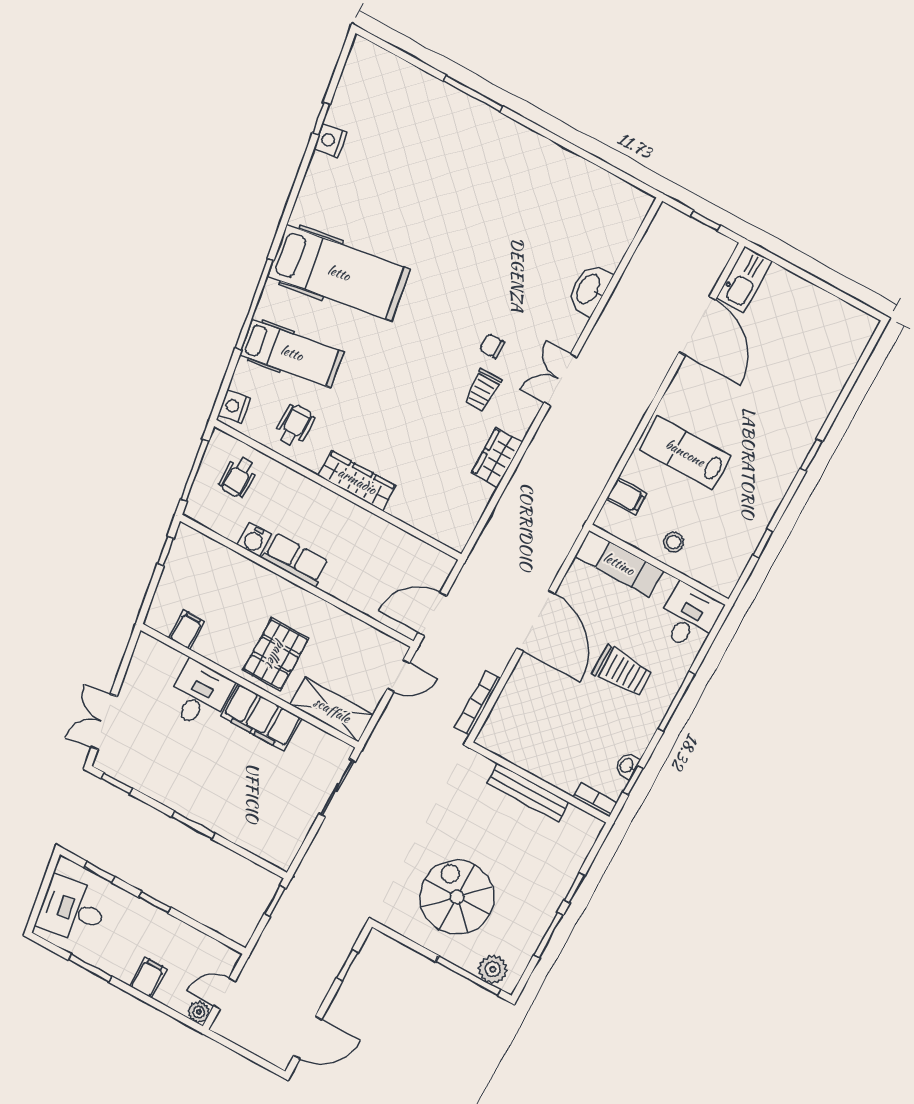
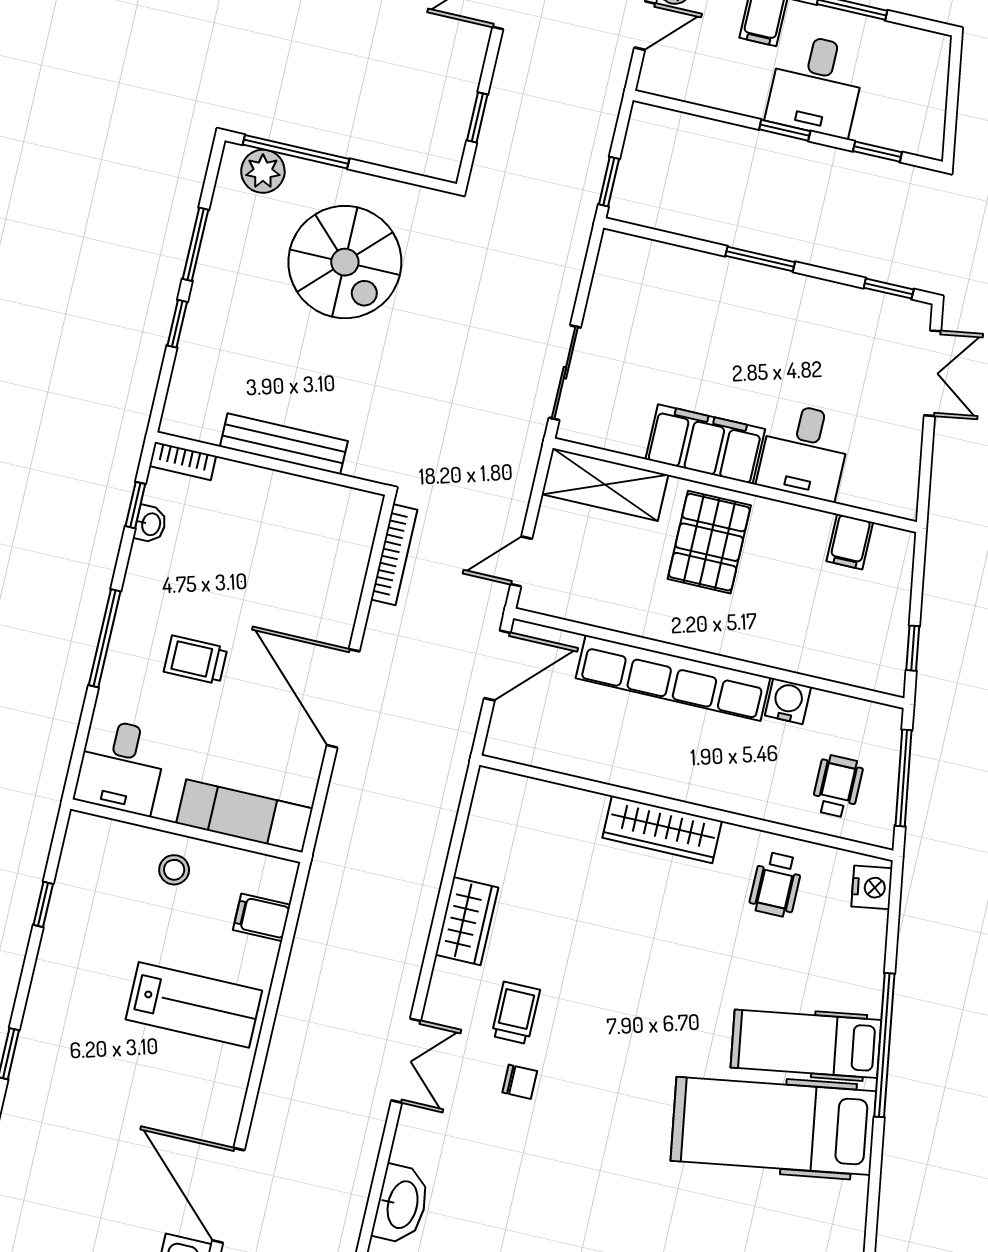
hospital bed: (292, 353) -> (806, 1044), moved
row of seats: (295, 560) -> (673, 678), width x2.02
trolley: (622, 671) -> (196, 660), width x0.73, depth x0.72
desk: (72, 910) -> (816, 85), moved, turned 99

